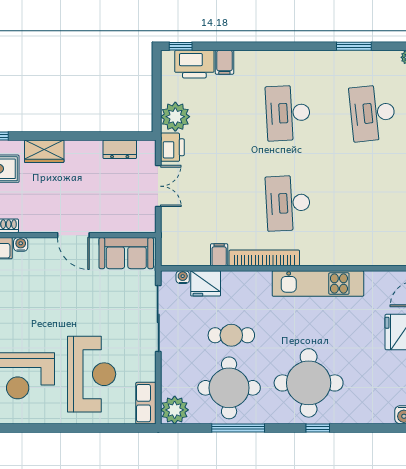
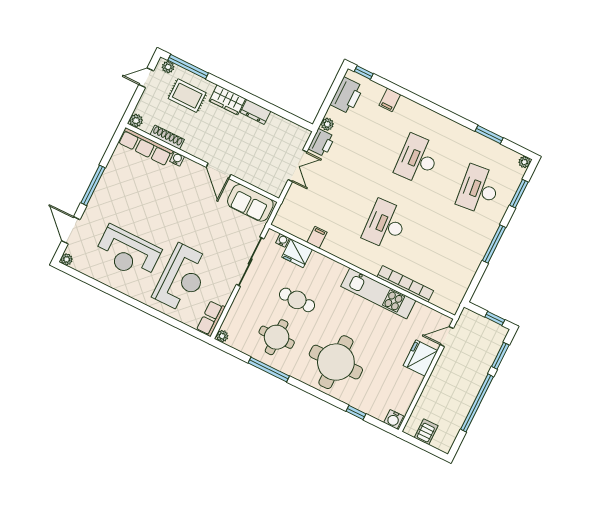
printer: (194, 64) -> (347, 96), moved, turned -90
plant: (175, 117) -> (327, 124), width x0.53, depth x0.53
dresser: (120, 149) -> (256, 112), moved
bookcase: (264, 258) -> (405, 284), moved
round table: (229, 388) -> (277, 337), width x0.73, depth x0.73
plant: (175, 410) -> (222, 336), width x0.53, depth x0.53
window: (318, 428) -> (356, 413), moved

